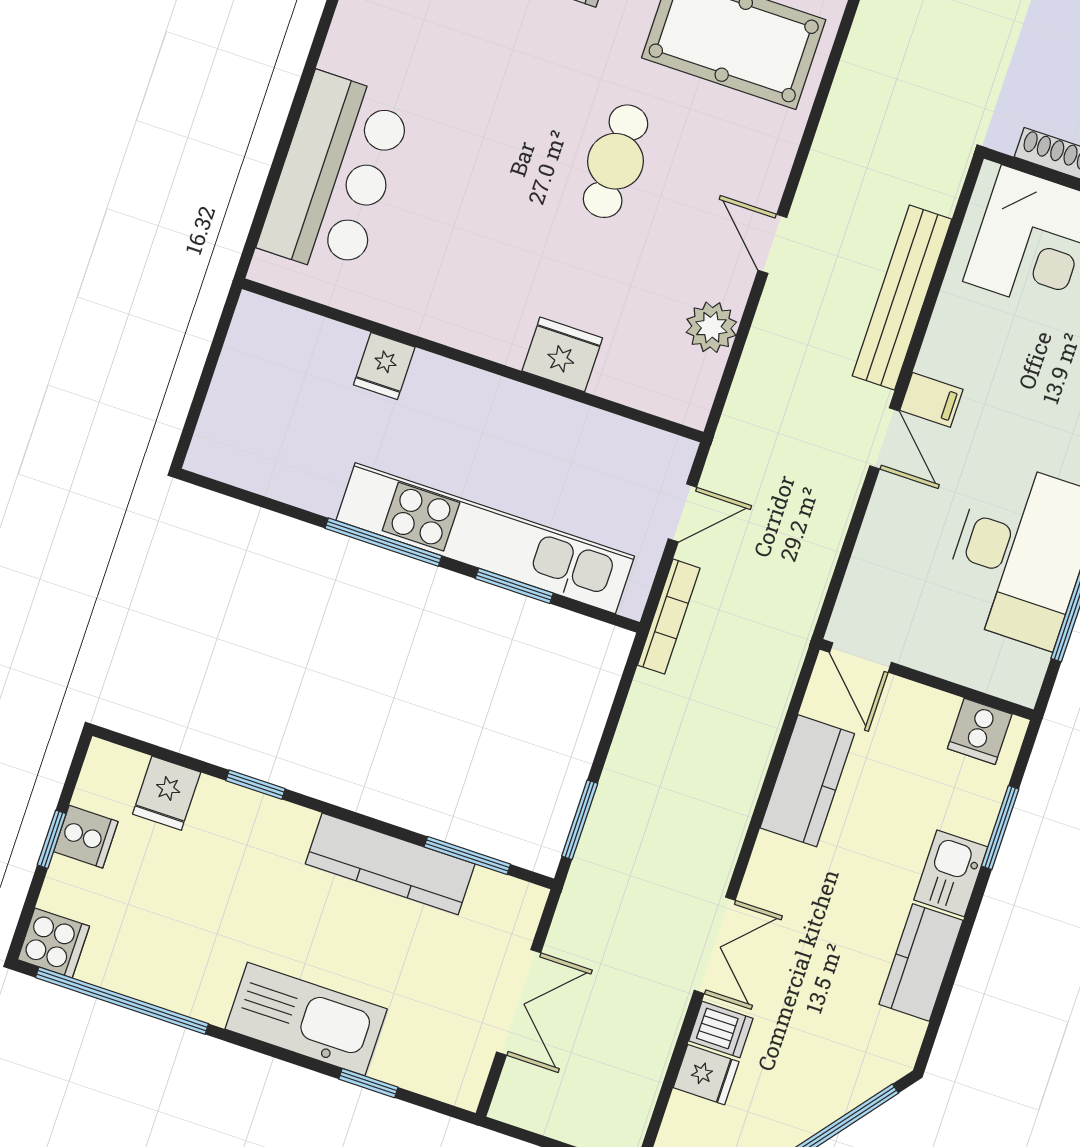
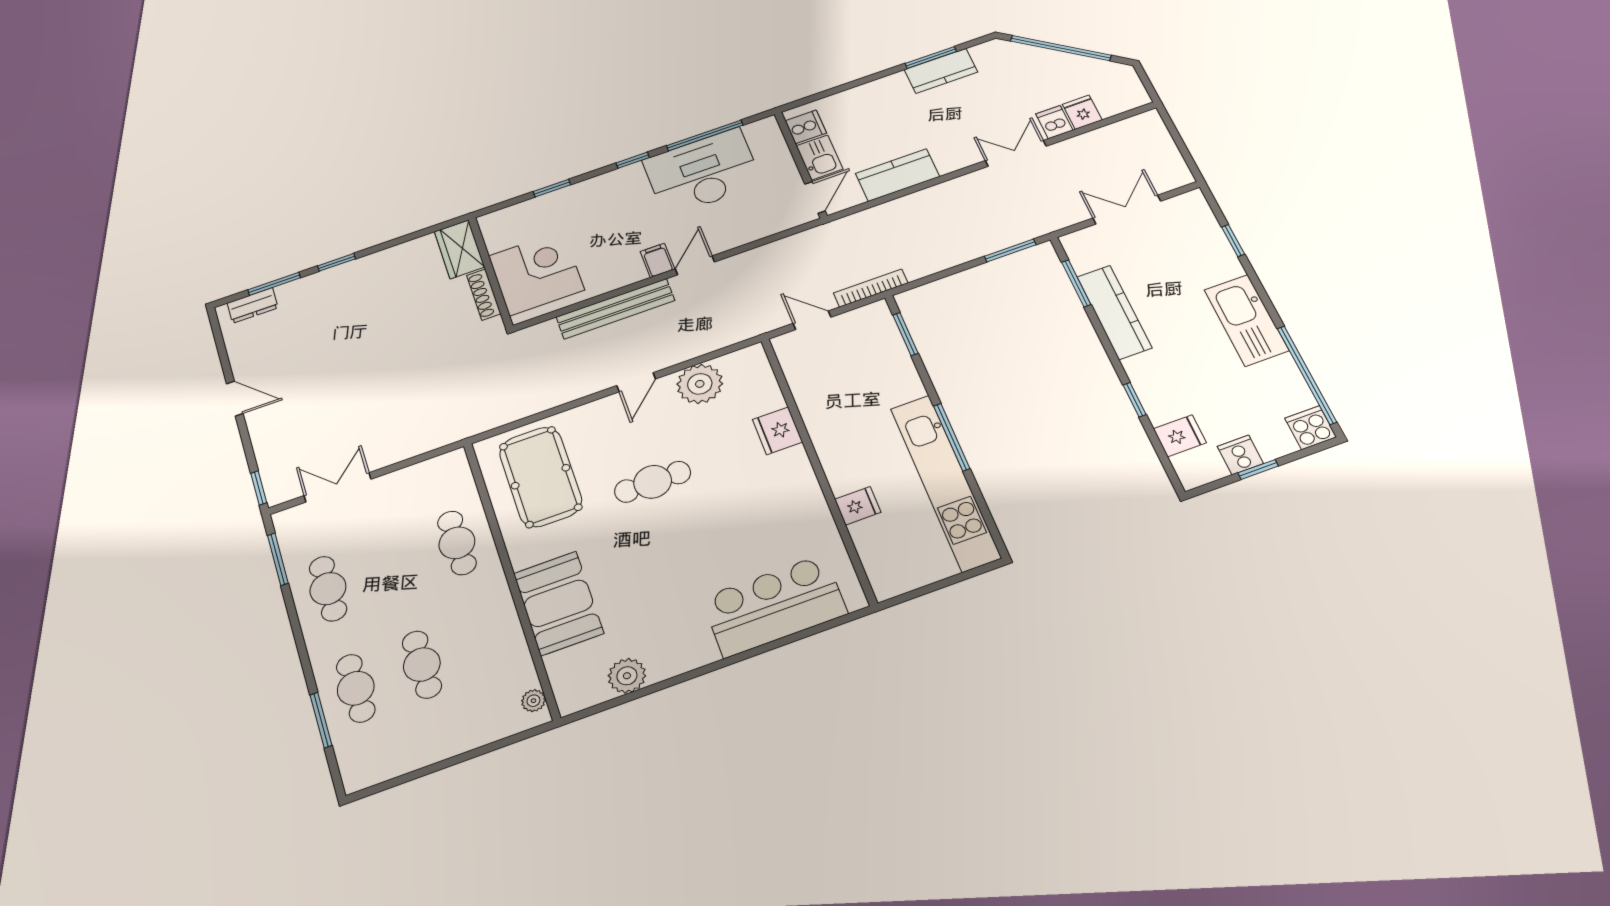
plant: (711, 327) -> (700, 384), width x1.36, depth x1.36
kitchen unit: (485, 538) -> (945, 482), moved
window: (514, 586) -> (905, 334), moved
window: (1000, 828) -> (931, 57), moved
kitchen sink: (951, 873) -> (820, 157), moved, turned -90
kitchen sink: (306, 1019) -> (1246, 320), moved

